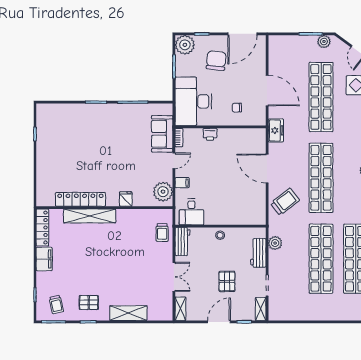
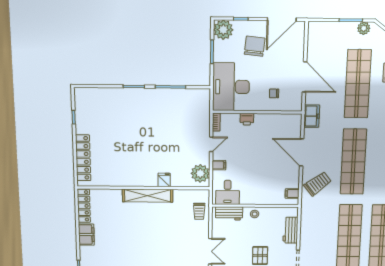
sofa: (162, 134) -> (200, 118), removed
locker: (80, 199) -> (83, 158), moved, turned 90
filing cabinet: (259, 213) -> (292, 194), added
shelving: (90, 216) -> (148, 196), moved
workbench: (182, 242) -> (229, 213), moved, turned 90
plant: (275, 243) -> (307, 221), removed

